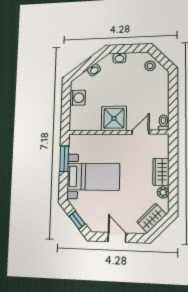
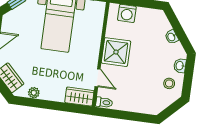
stool: (150, 66) -> (169, 83), moved
washing machine: (78, 98) -> (127, 13), moved
wardrobe: (161, 172) -> (79, 97), moved

